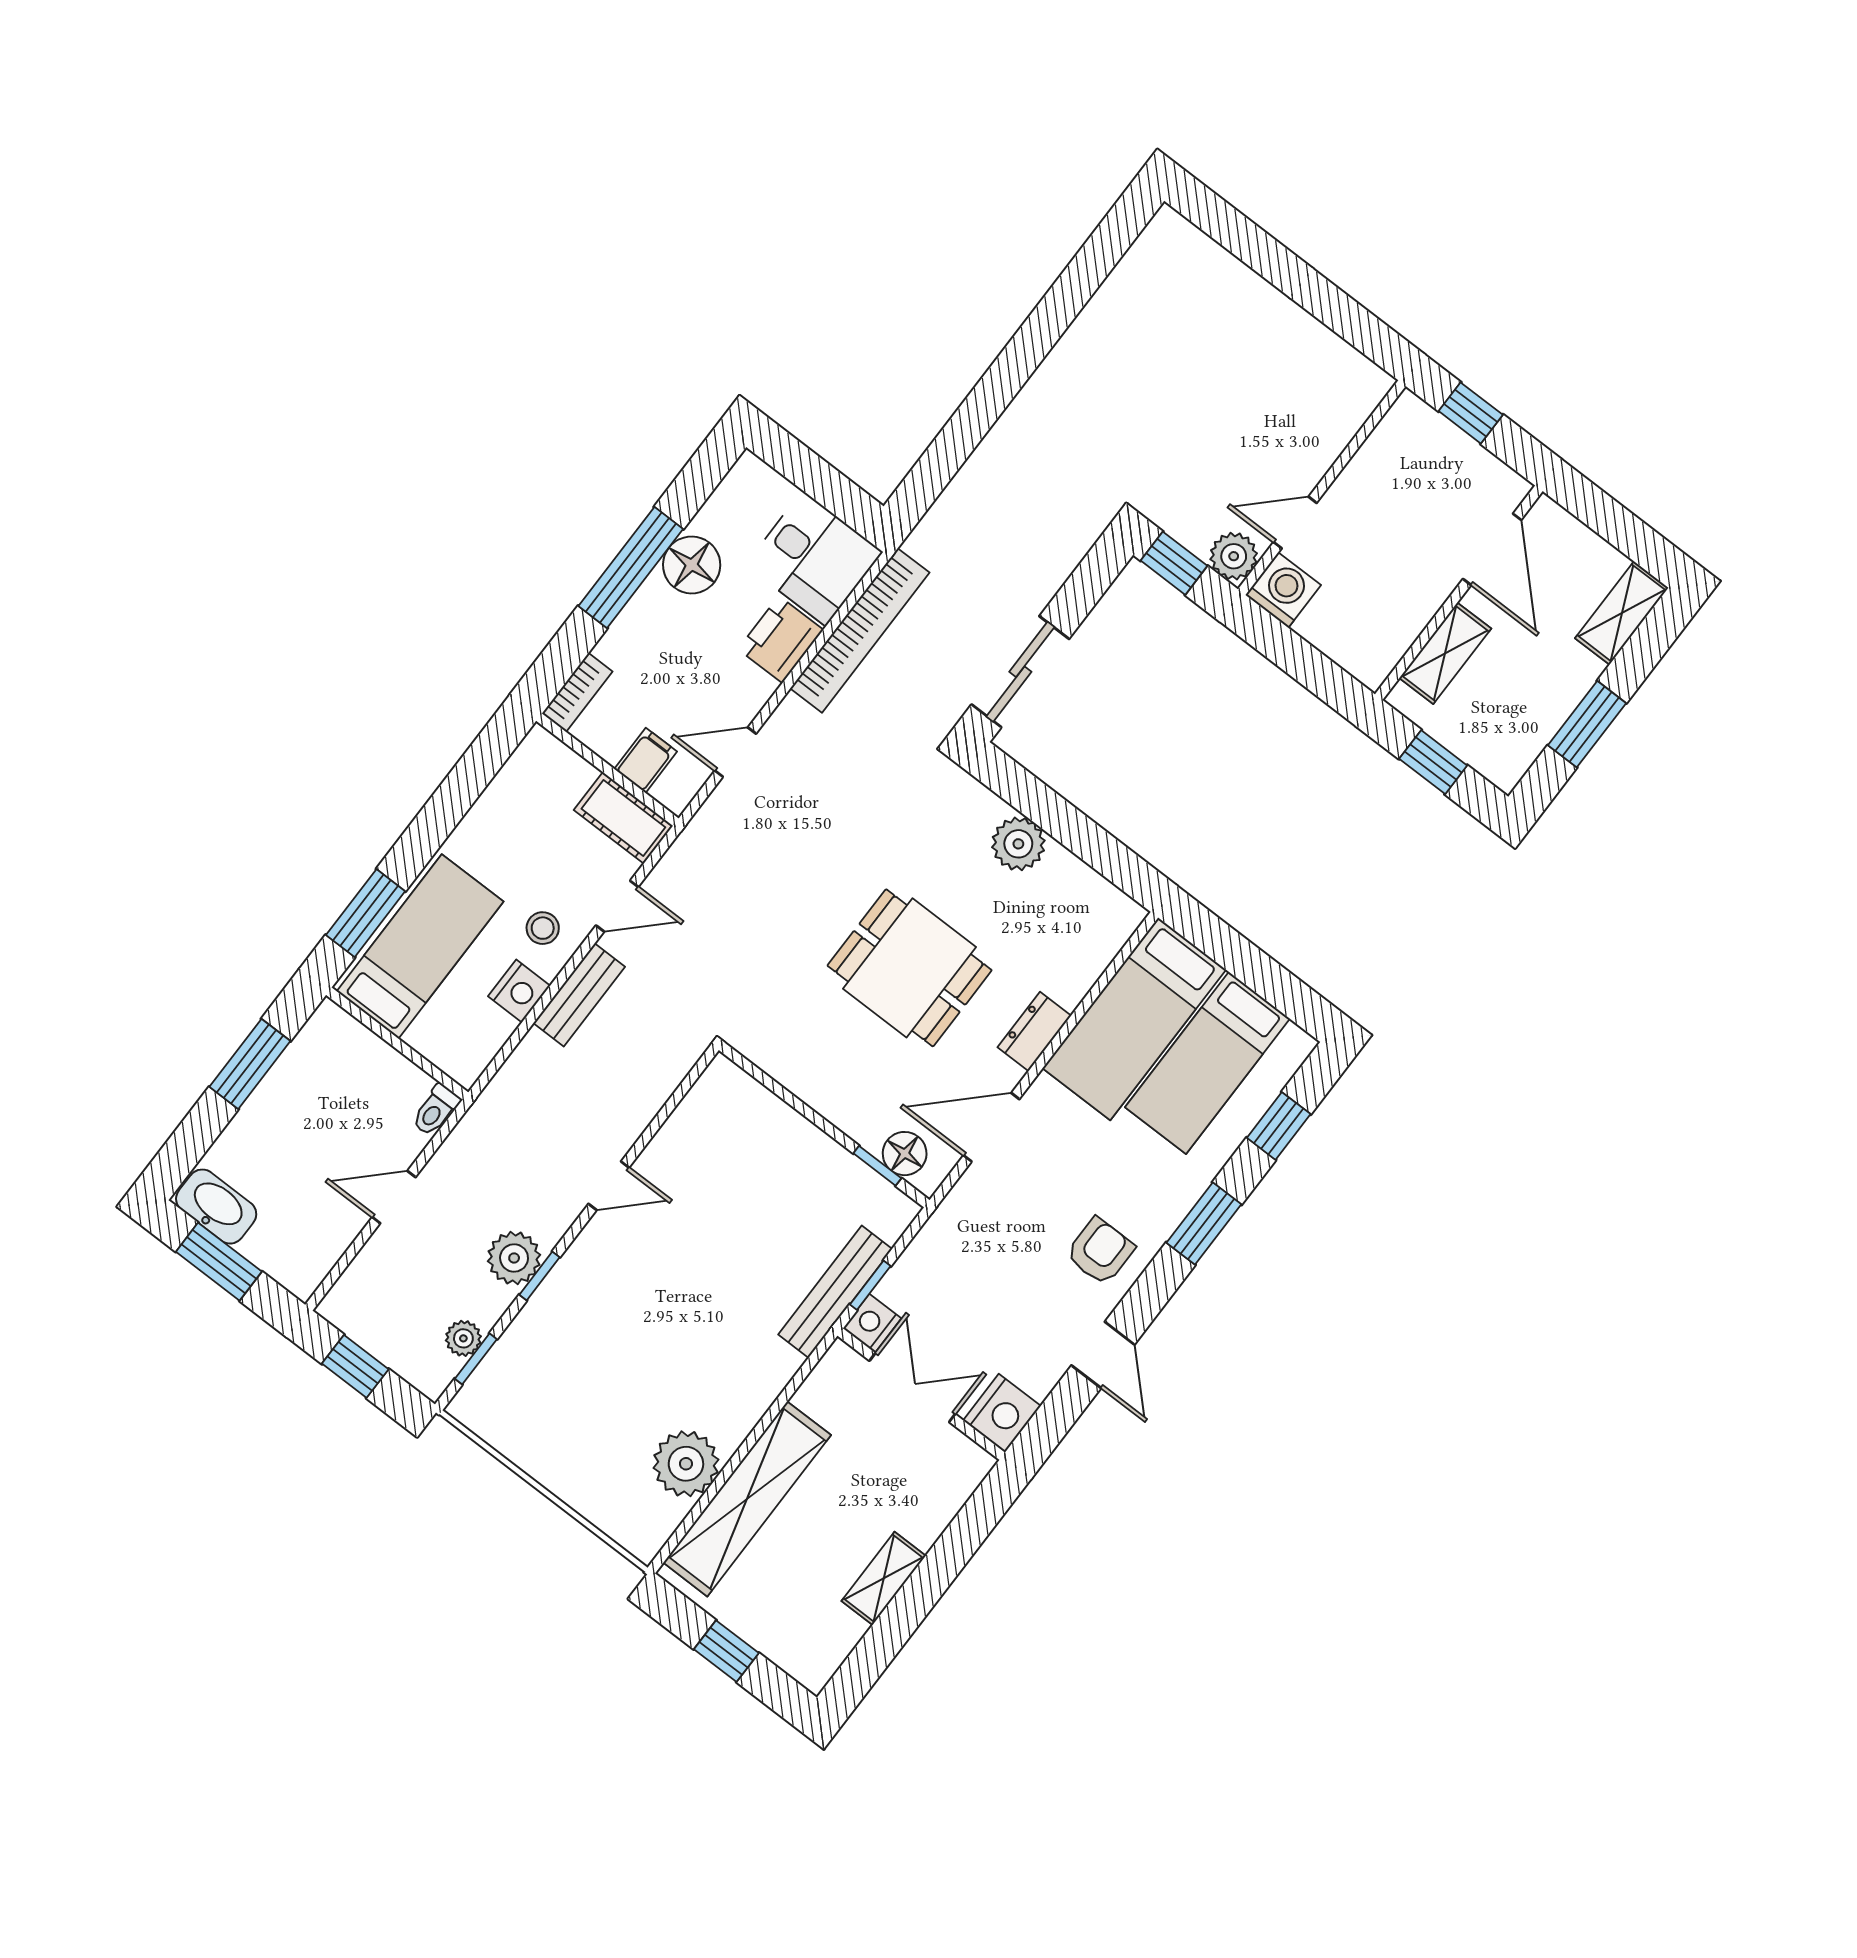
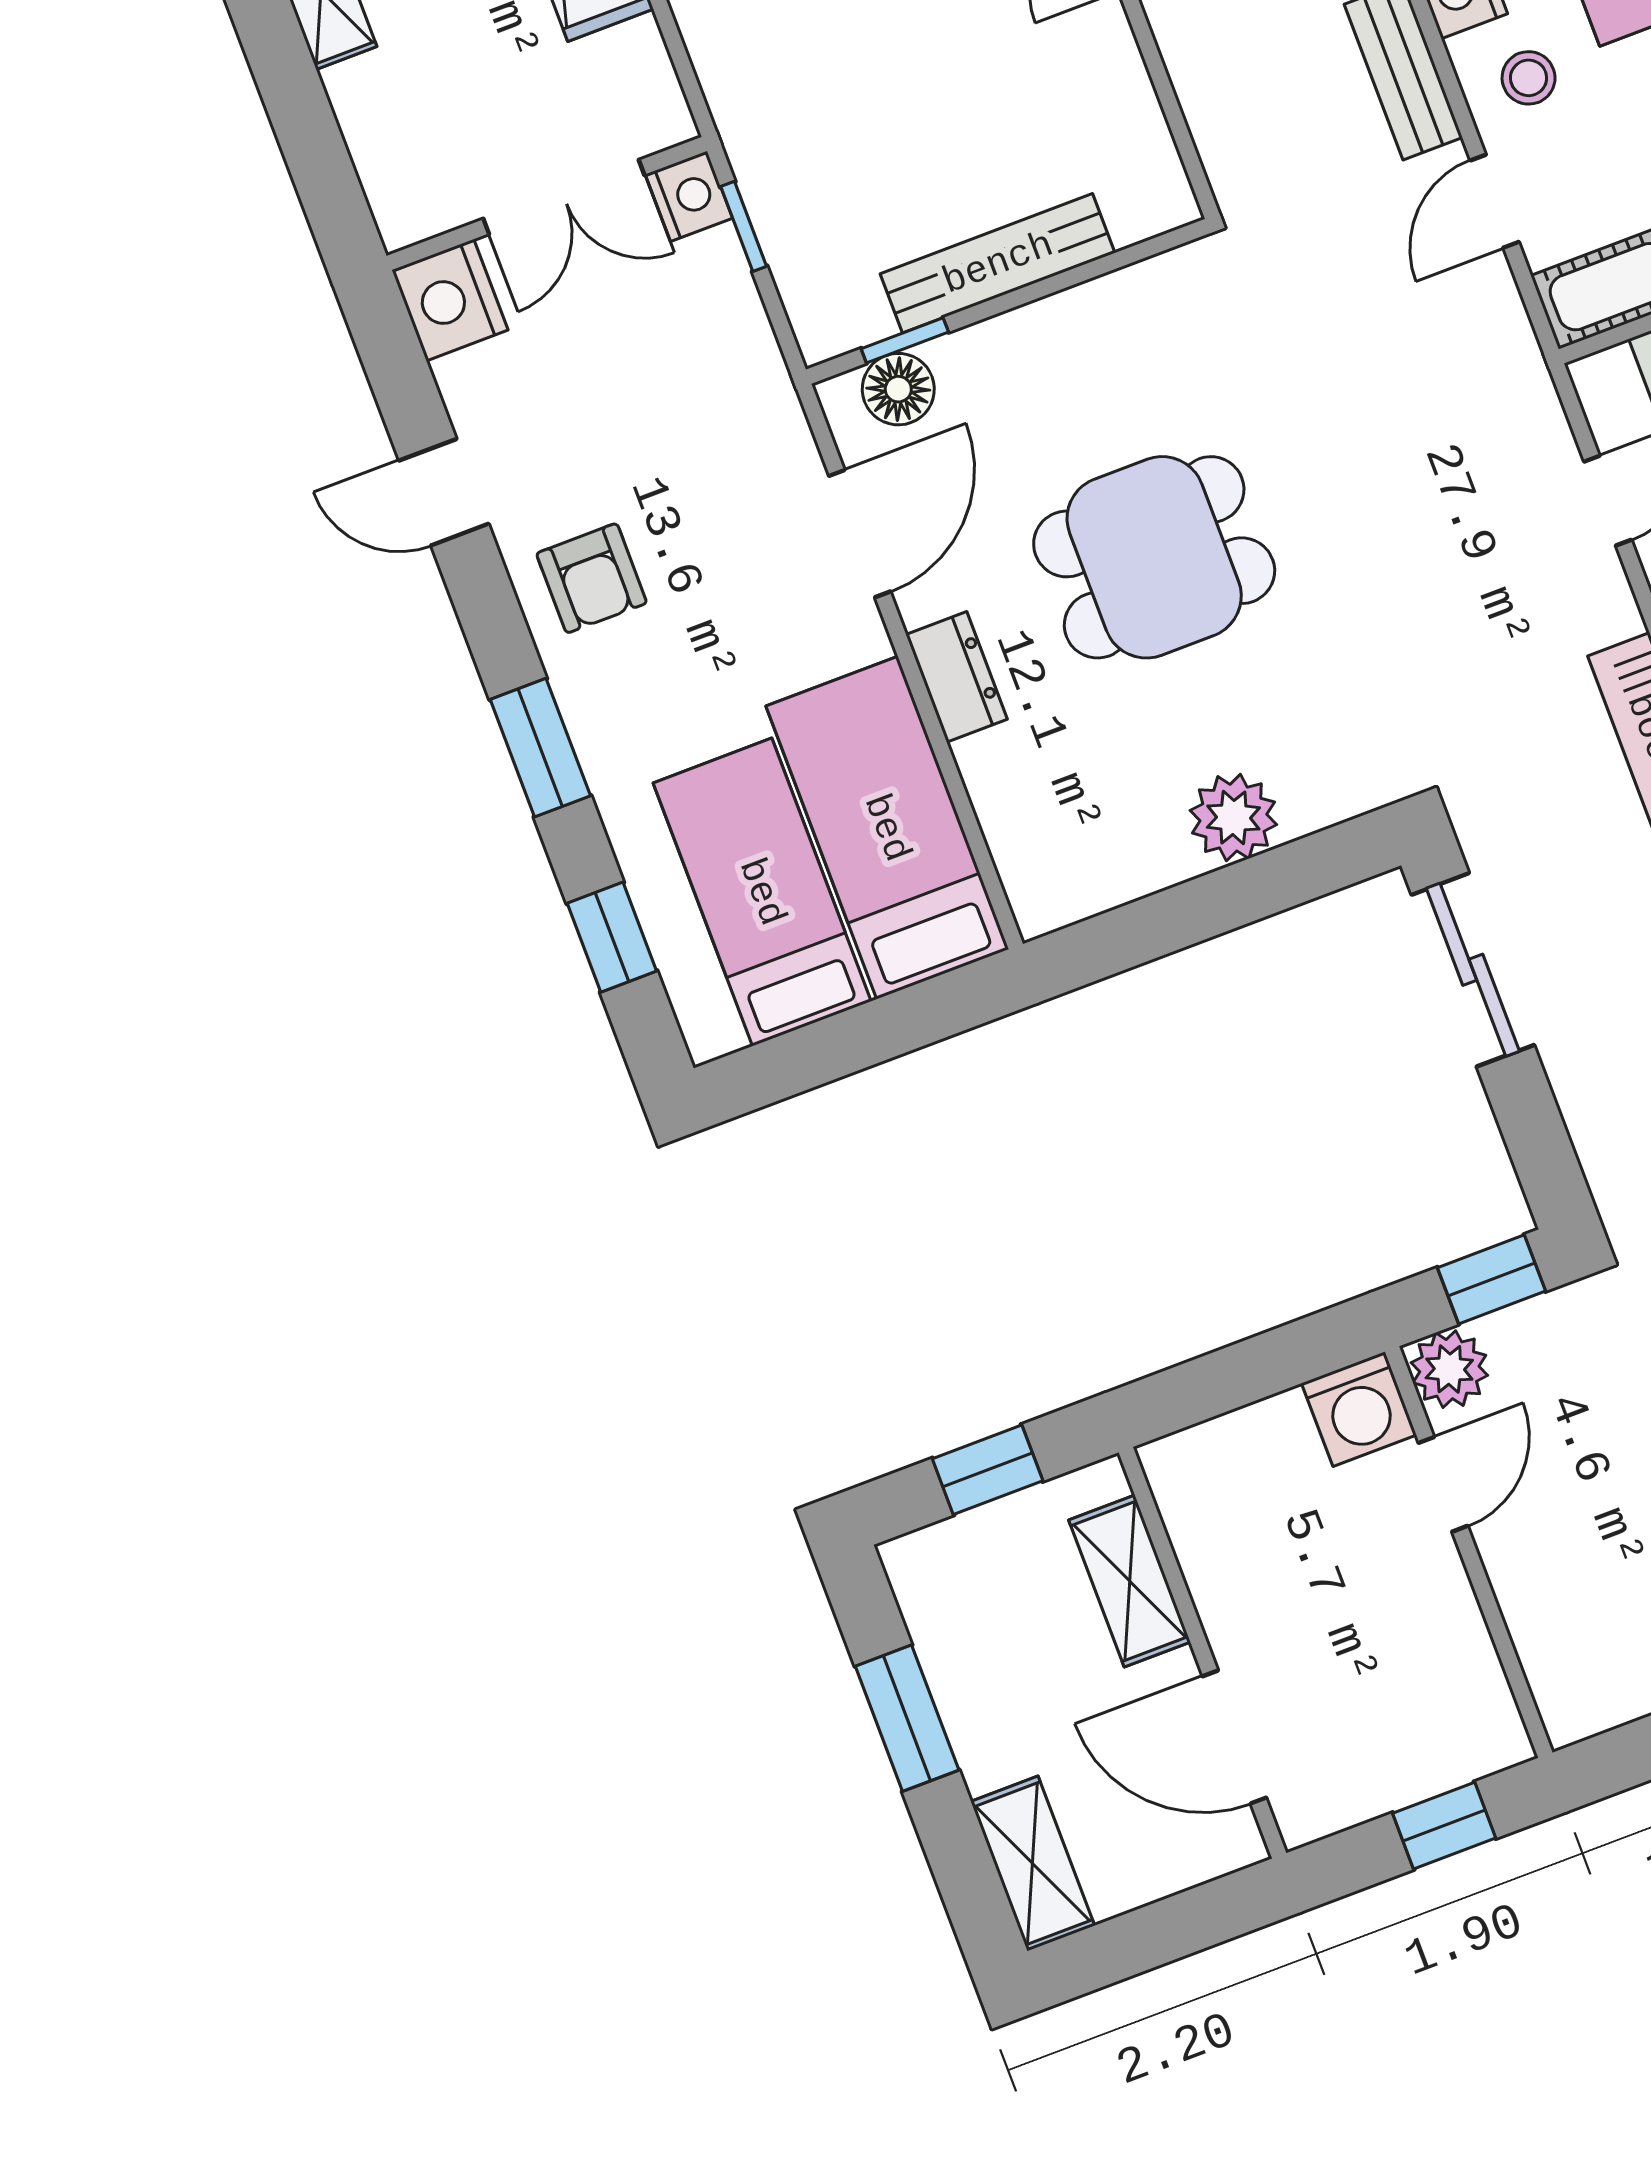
bench: (835, 1292) -> (998, 263), moved, turned 90

